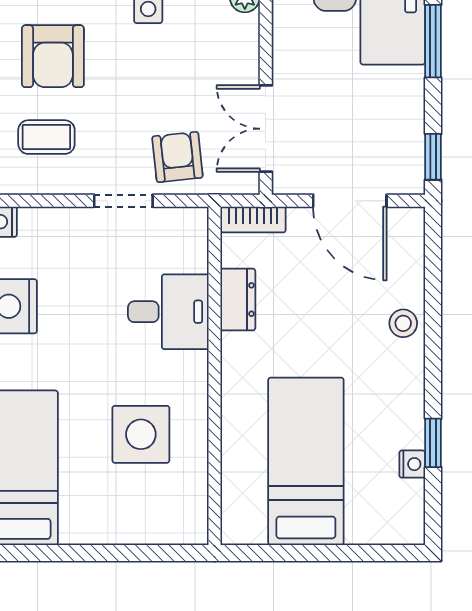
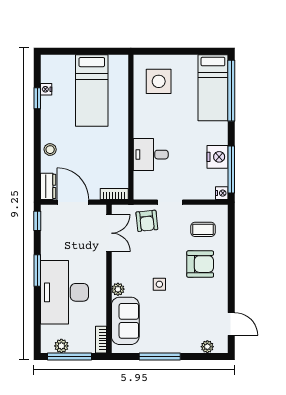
armchair: (53, 56) -> (200, 264), turned 90
dresser: (238, 300) -> (48, 186), moved, turned 180
side table: (141, 434) -> (159, 81), moved

